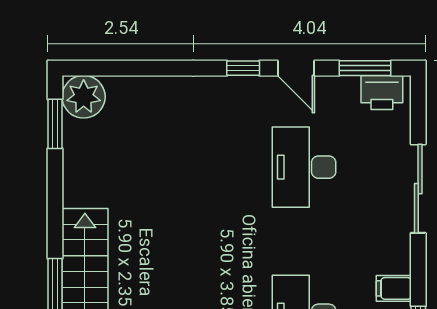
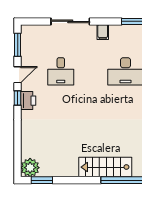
printer: (382, 92) -> (28, 101), moved
desk: (304, 167) -> (61, 71), width x0.73
filing cabinet: (394, 288) -> (103, 32), moved

